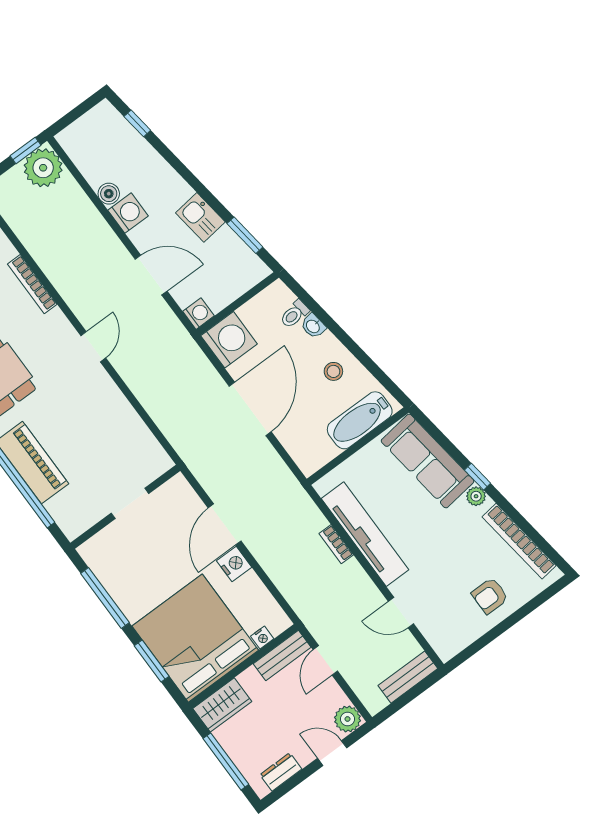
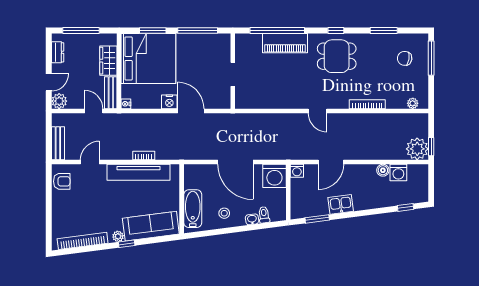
washing machine: (128, 213) -> (398, 173), moved
armchair: (490, 596) -> (62, 181), moved, turned 90
nightstand: (262, 637) -> (126, 104), moved
wardrobe: (222, 705) -> (108, 61), moved

